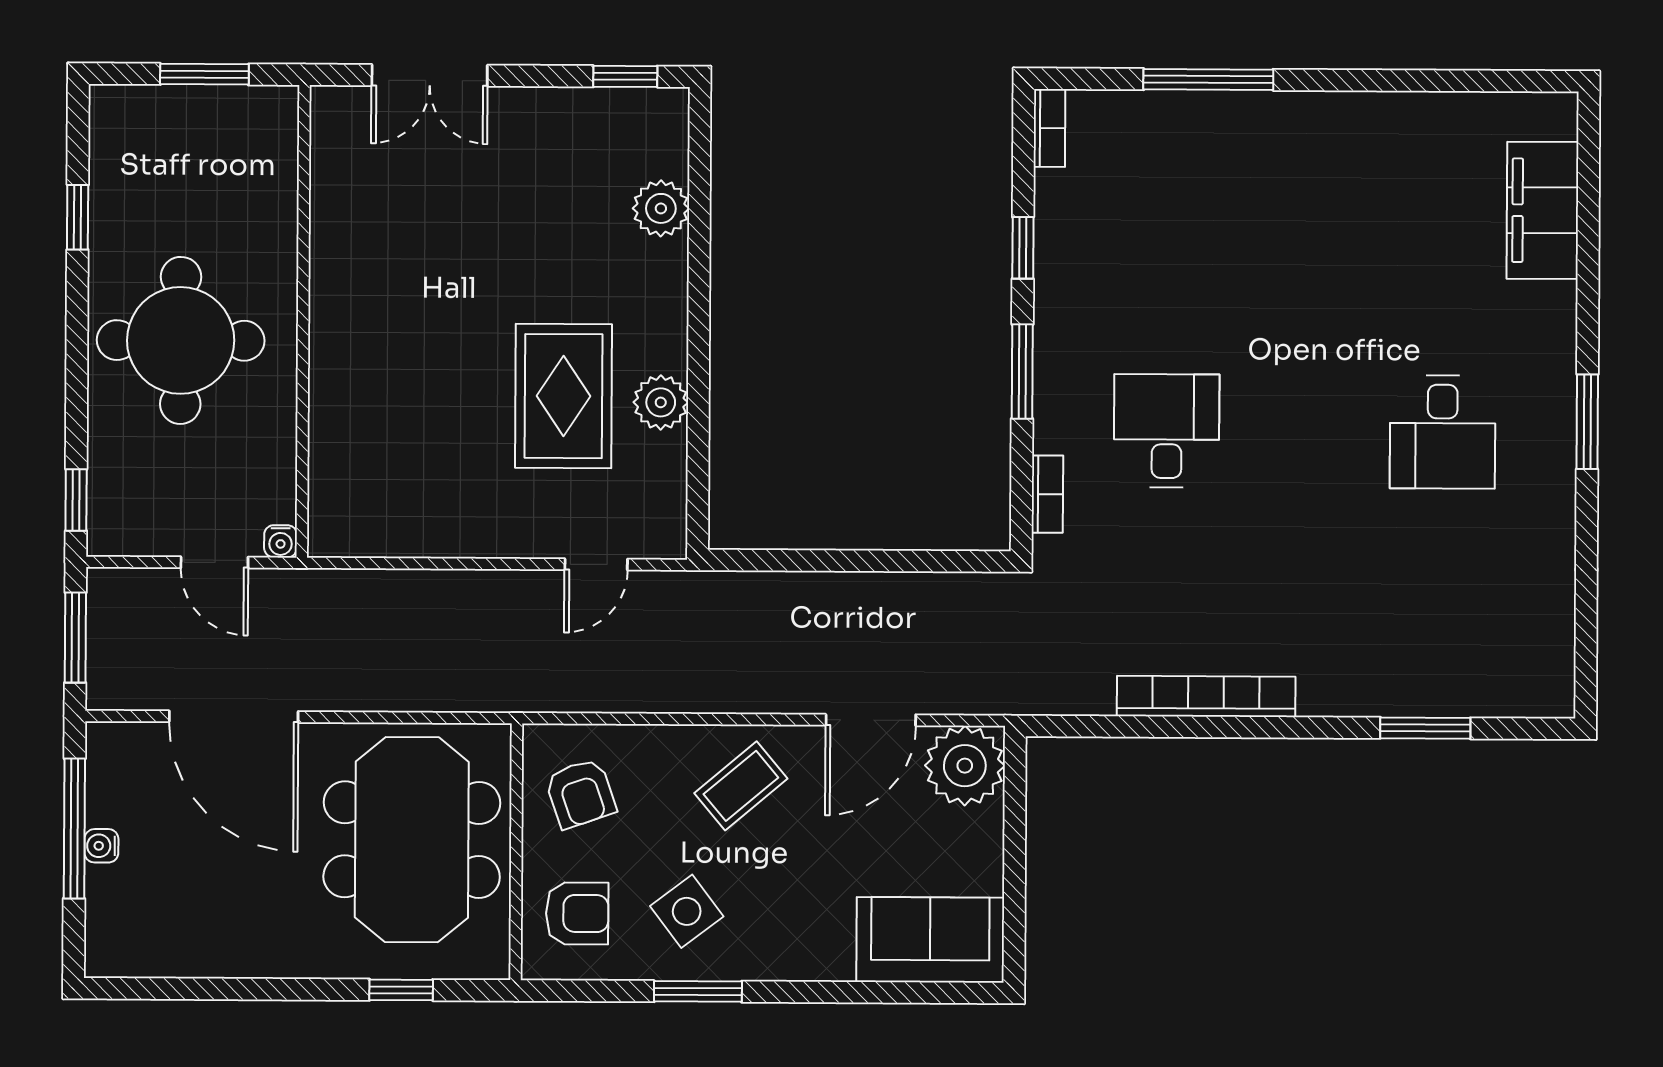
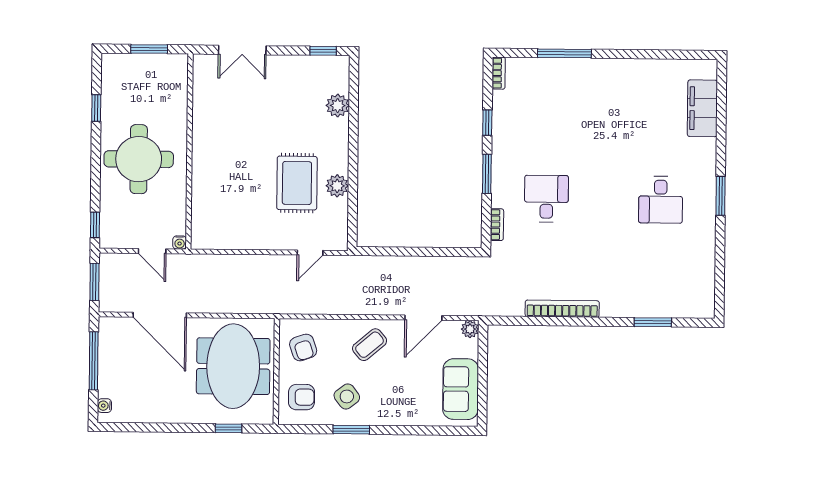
plant: (965, 766) -> (470, 329), width x0.53, depth x0.53
water cooler: (101, 846) -> (104, 406), moved
sofa: (930, 940) -> (461, 389), moved, turned -90

